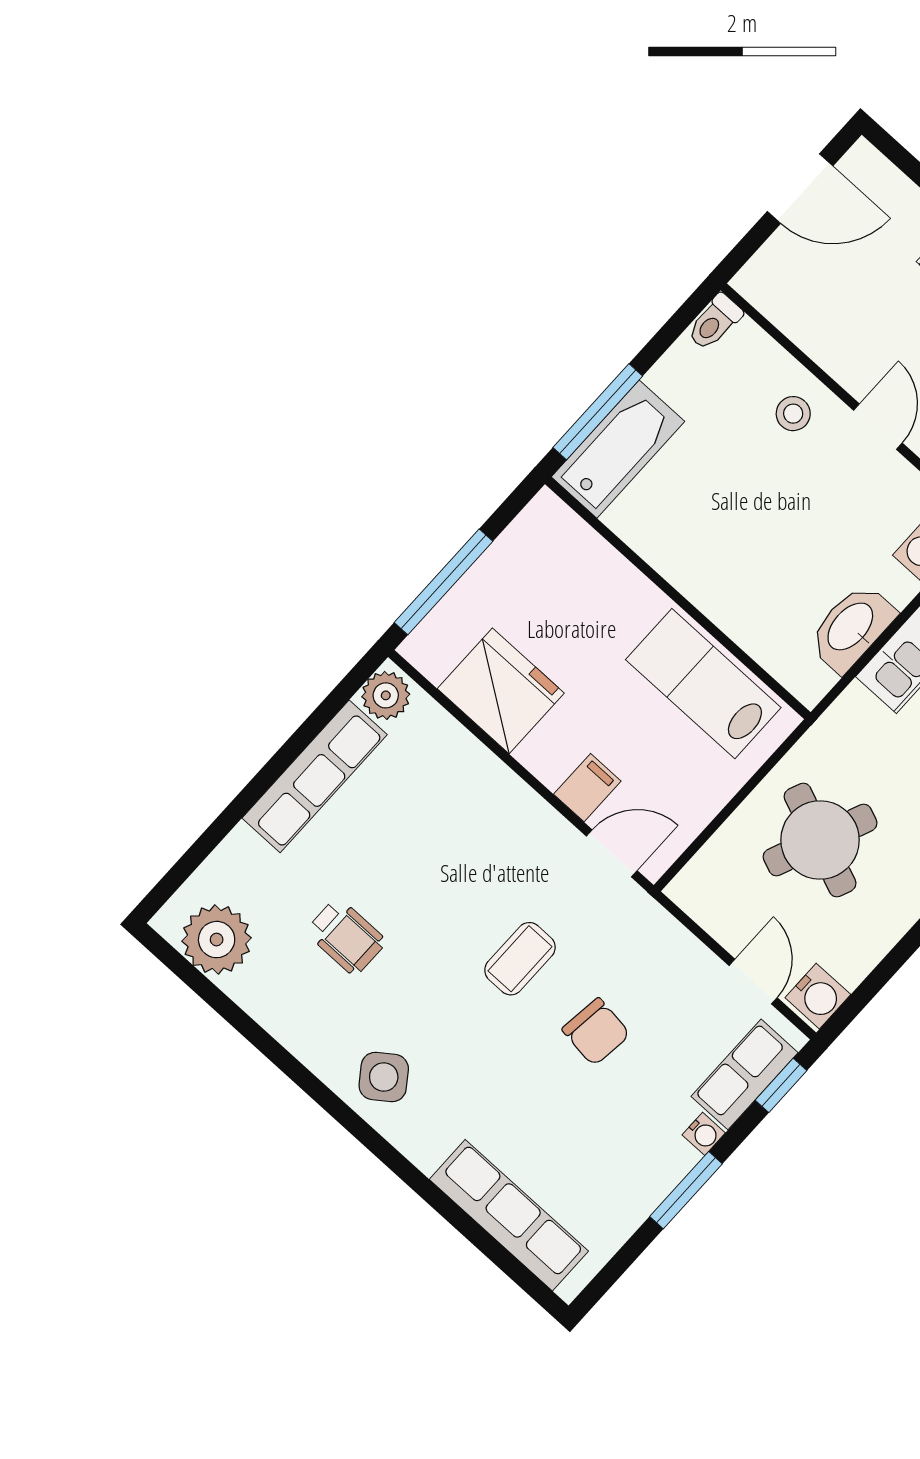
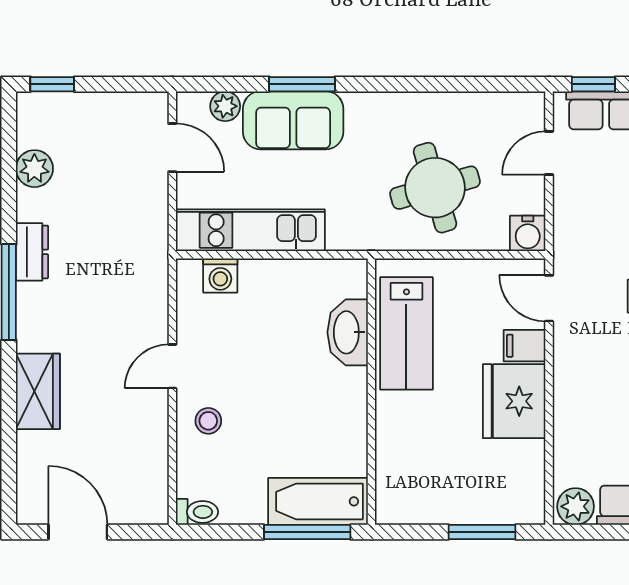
window: (443, 582) -> (482, 532), width x0.69
washbasin: (851, 628) -> (348, 332), moved, turned 90
fridge: (501, 691) -> (514, 401), moved
round table: (820, 840) -> (435, 188), turned -38
water cooler: (818, 996) -> (528, 233), moved, turned 180

